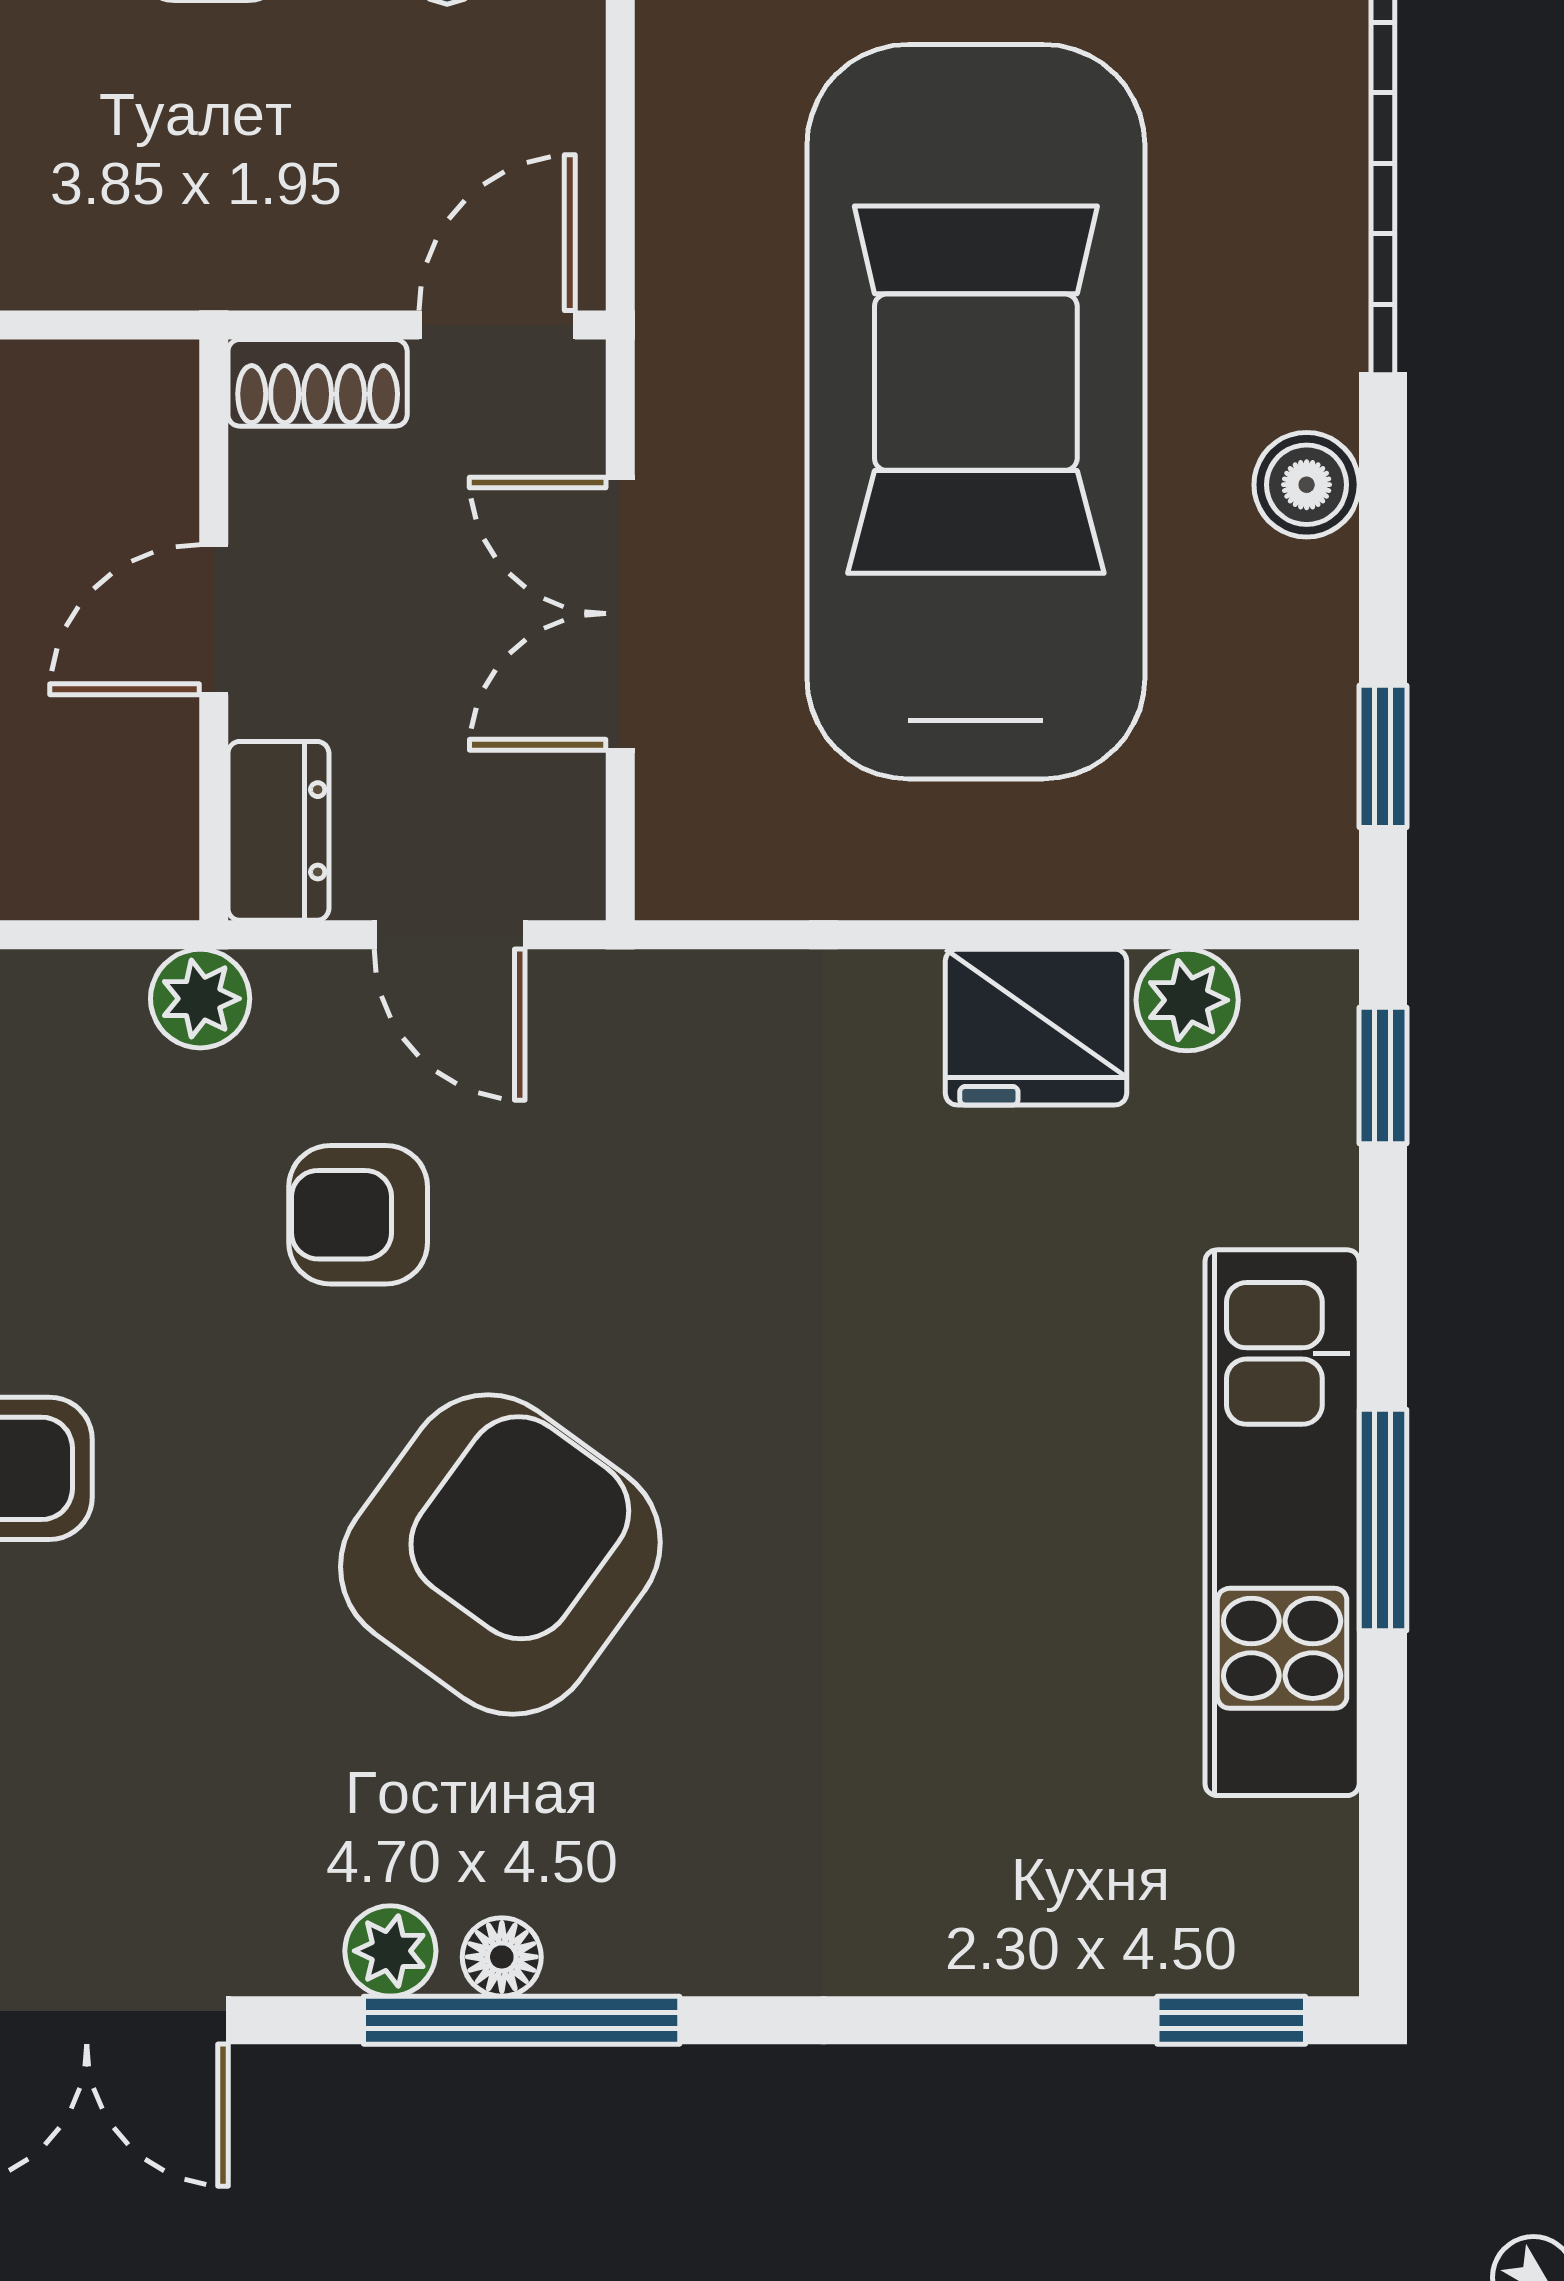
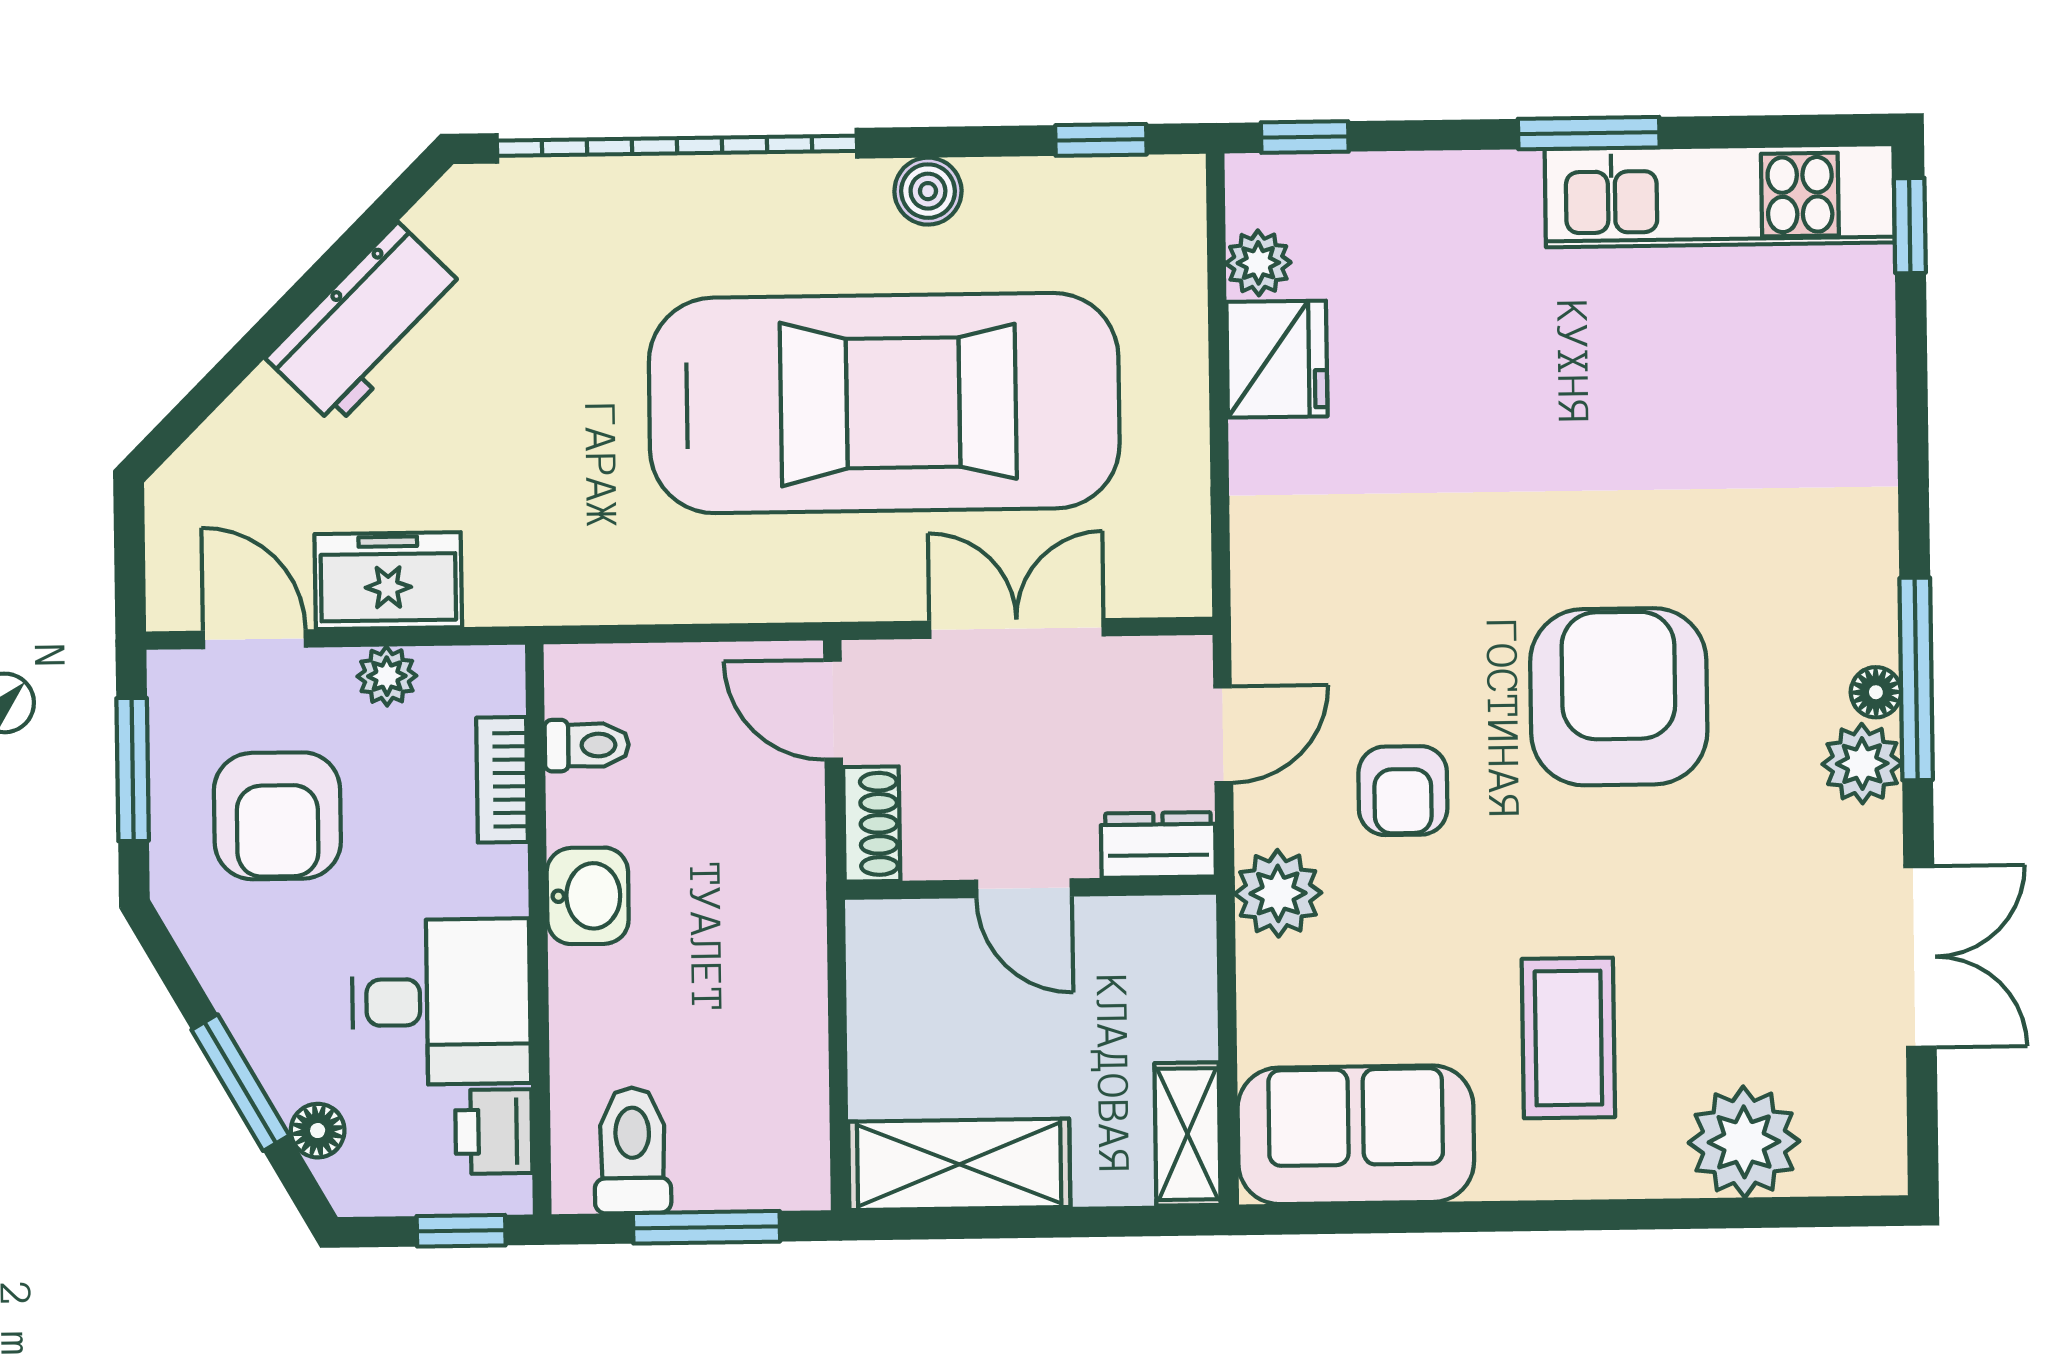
car: (976, 412) -> (884, 403), turned 180
double door: (620, 614) -> (1016, 629), swing flipped
plant: (200, 999) -> (1278, 893), width x1.38, depth x1.38
kitchen unit: (1282, 1523) -> (1720, 196), moved
armchair: (500, 1555) -> (1619, 697), turned 54
plant: (390, 1951) -> (1862, 764), width x1.38, depth x1.38

